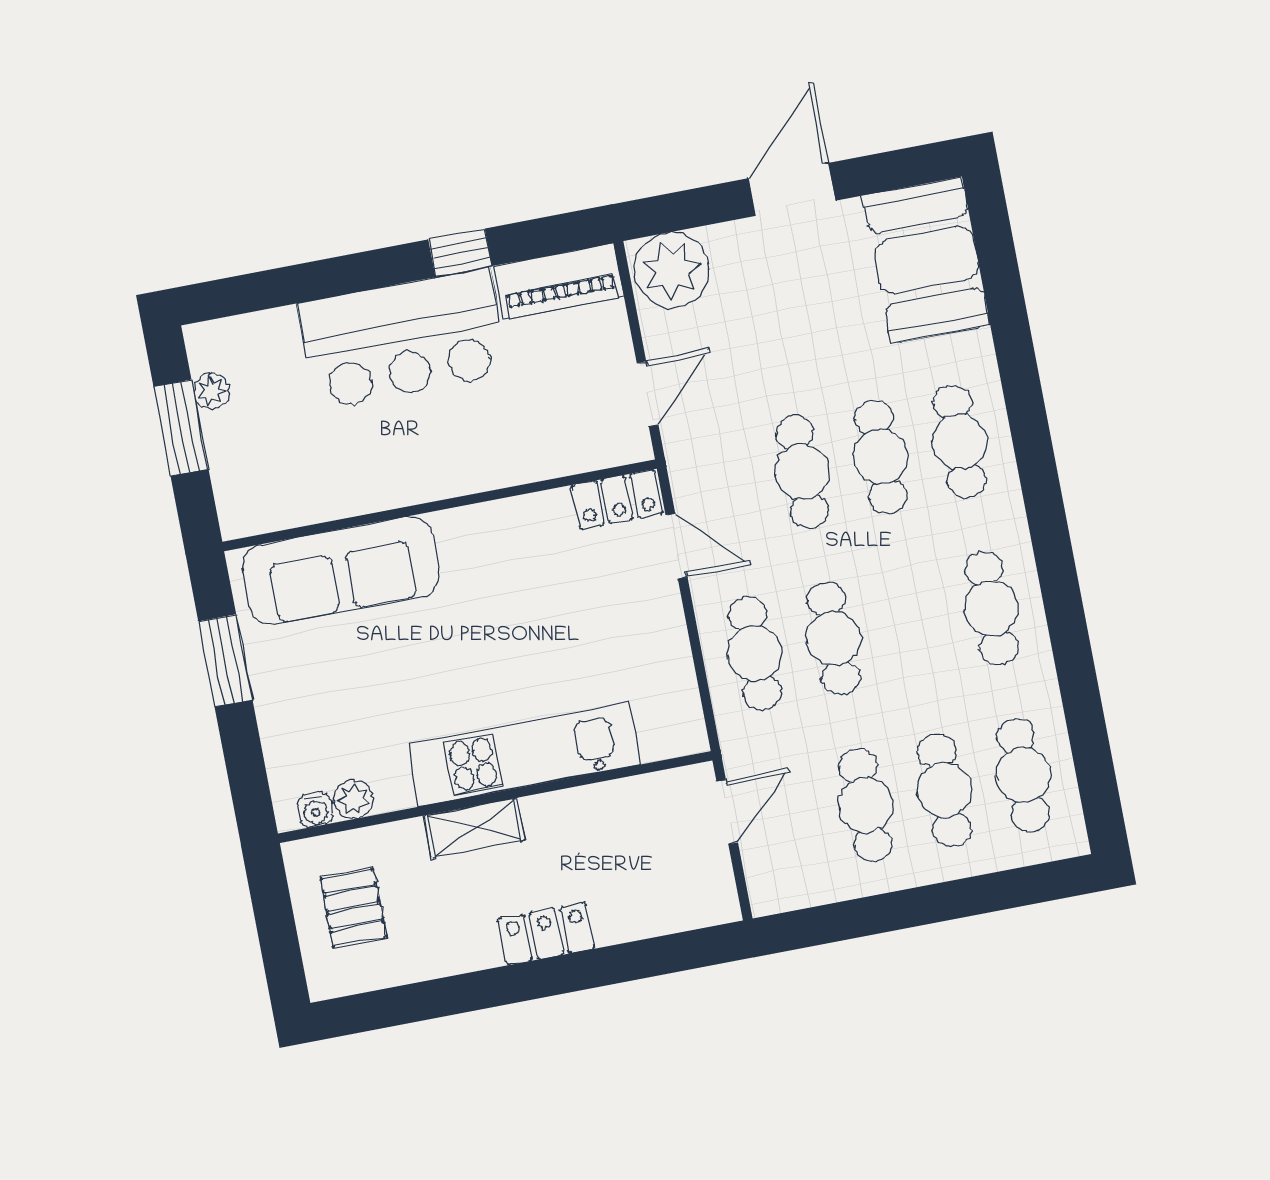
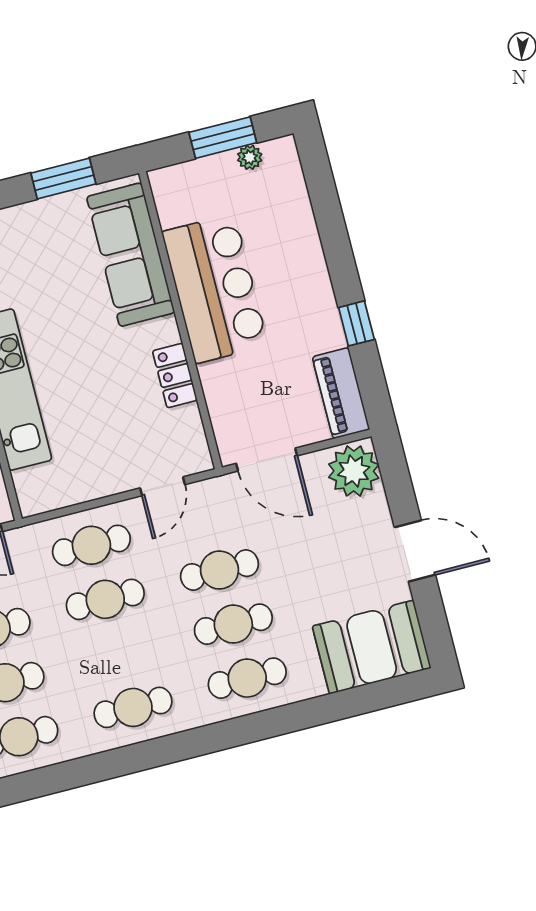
bar counter: (404, 339) -> (215, 289), moved, turned 180
door: (648, 394) -> (267, 460), width x1.38
locker: (617, 499) -> (175, 376), moved

